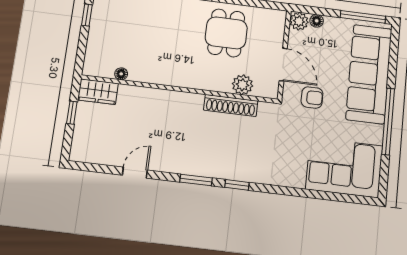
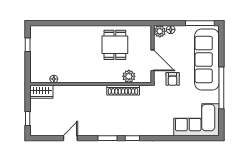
armchair: (312, 98) -> (173, 79), turned 90
window: (72, 113) -> (28, 119), moved

